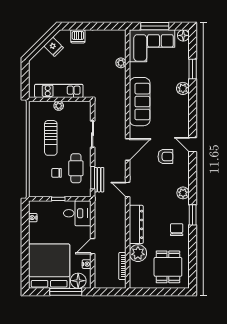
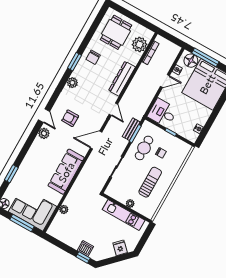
window: (75, 26) -> (83, 257), added
fridge: (54, 47) -> (120, 248), moved
plant: (183, 88) -> (44, 133), moved
plant: (138, 253) -> (140, 44), moved

